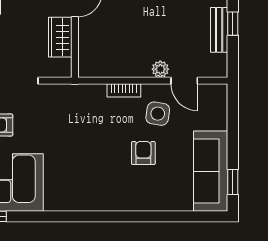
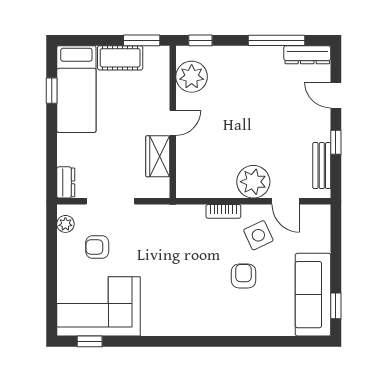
bench: (219, 30) -> (322, 166), moved
plant: (160, 69) -> (253, 182), width x1.88, depth x1.88
side table: (158, 114) -> (258, 235), turned -34

